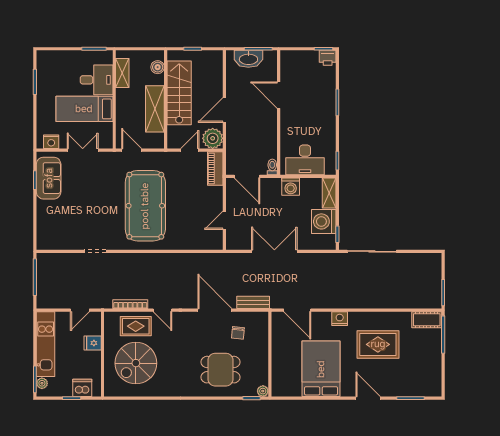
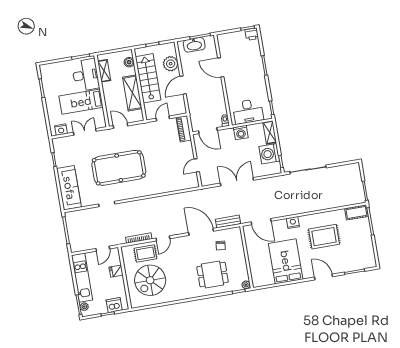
desk: (97, 80) -> (86, 75), width x1.37
plant: (213, 138) -> (171, 64), moved
sofa: (49, 178) -> (69, 188), moved, width x1.36
pool table: (145, 206) -> (119, 168), moved, turned 90
door: (162, 310) -> (163, 238), hinge flipped

